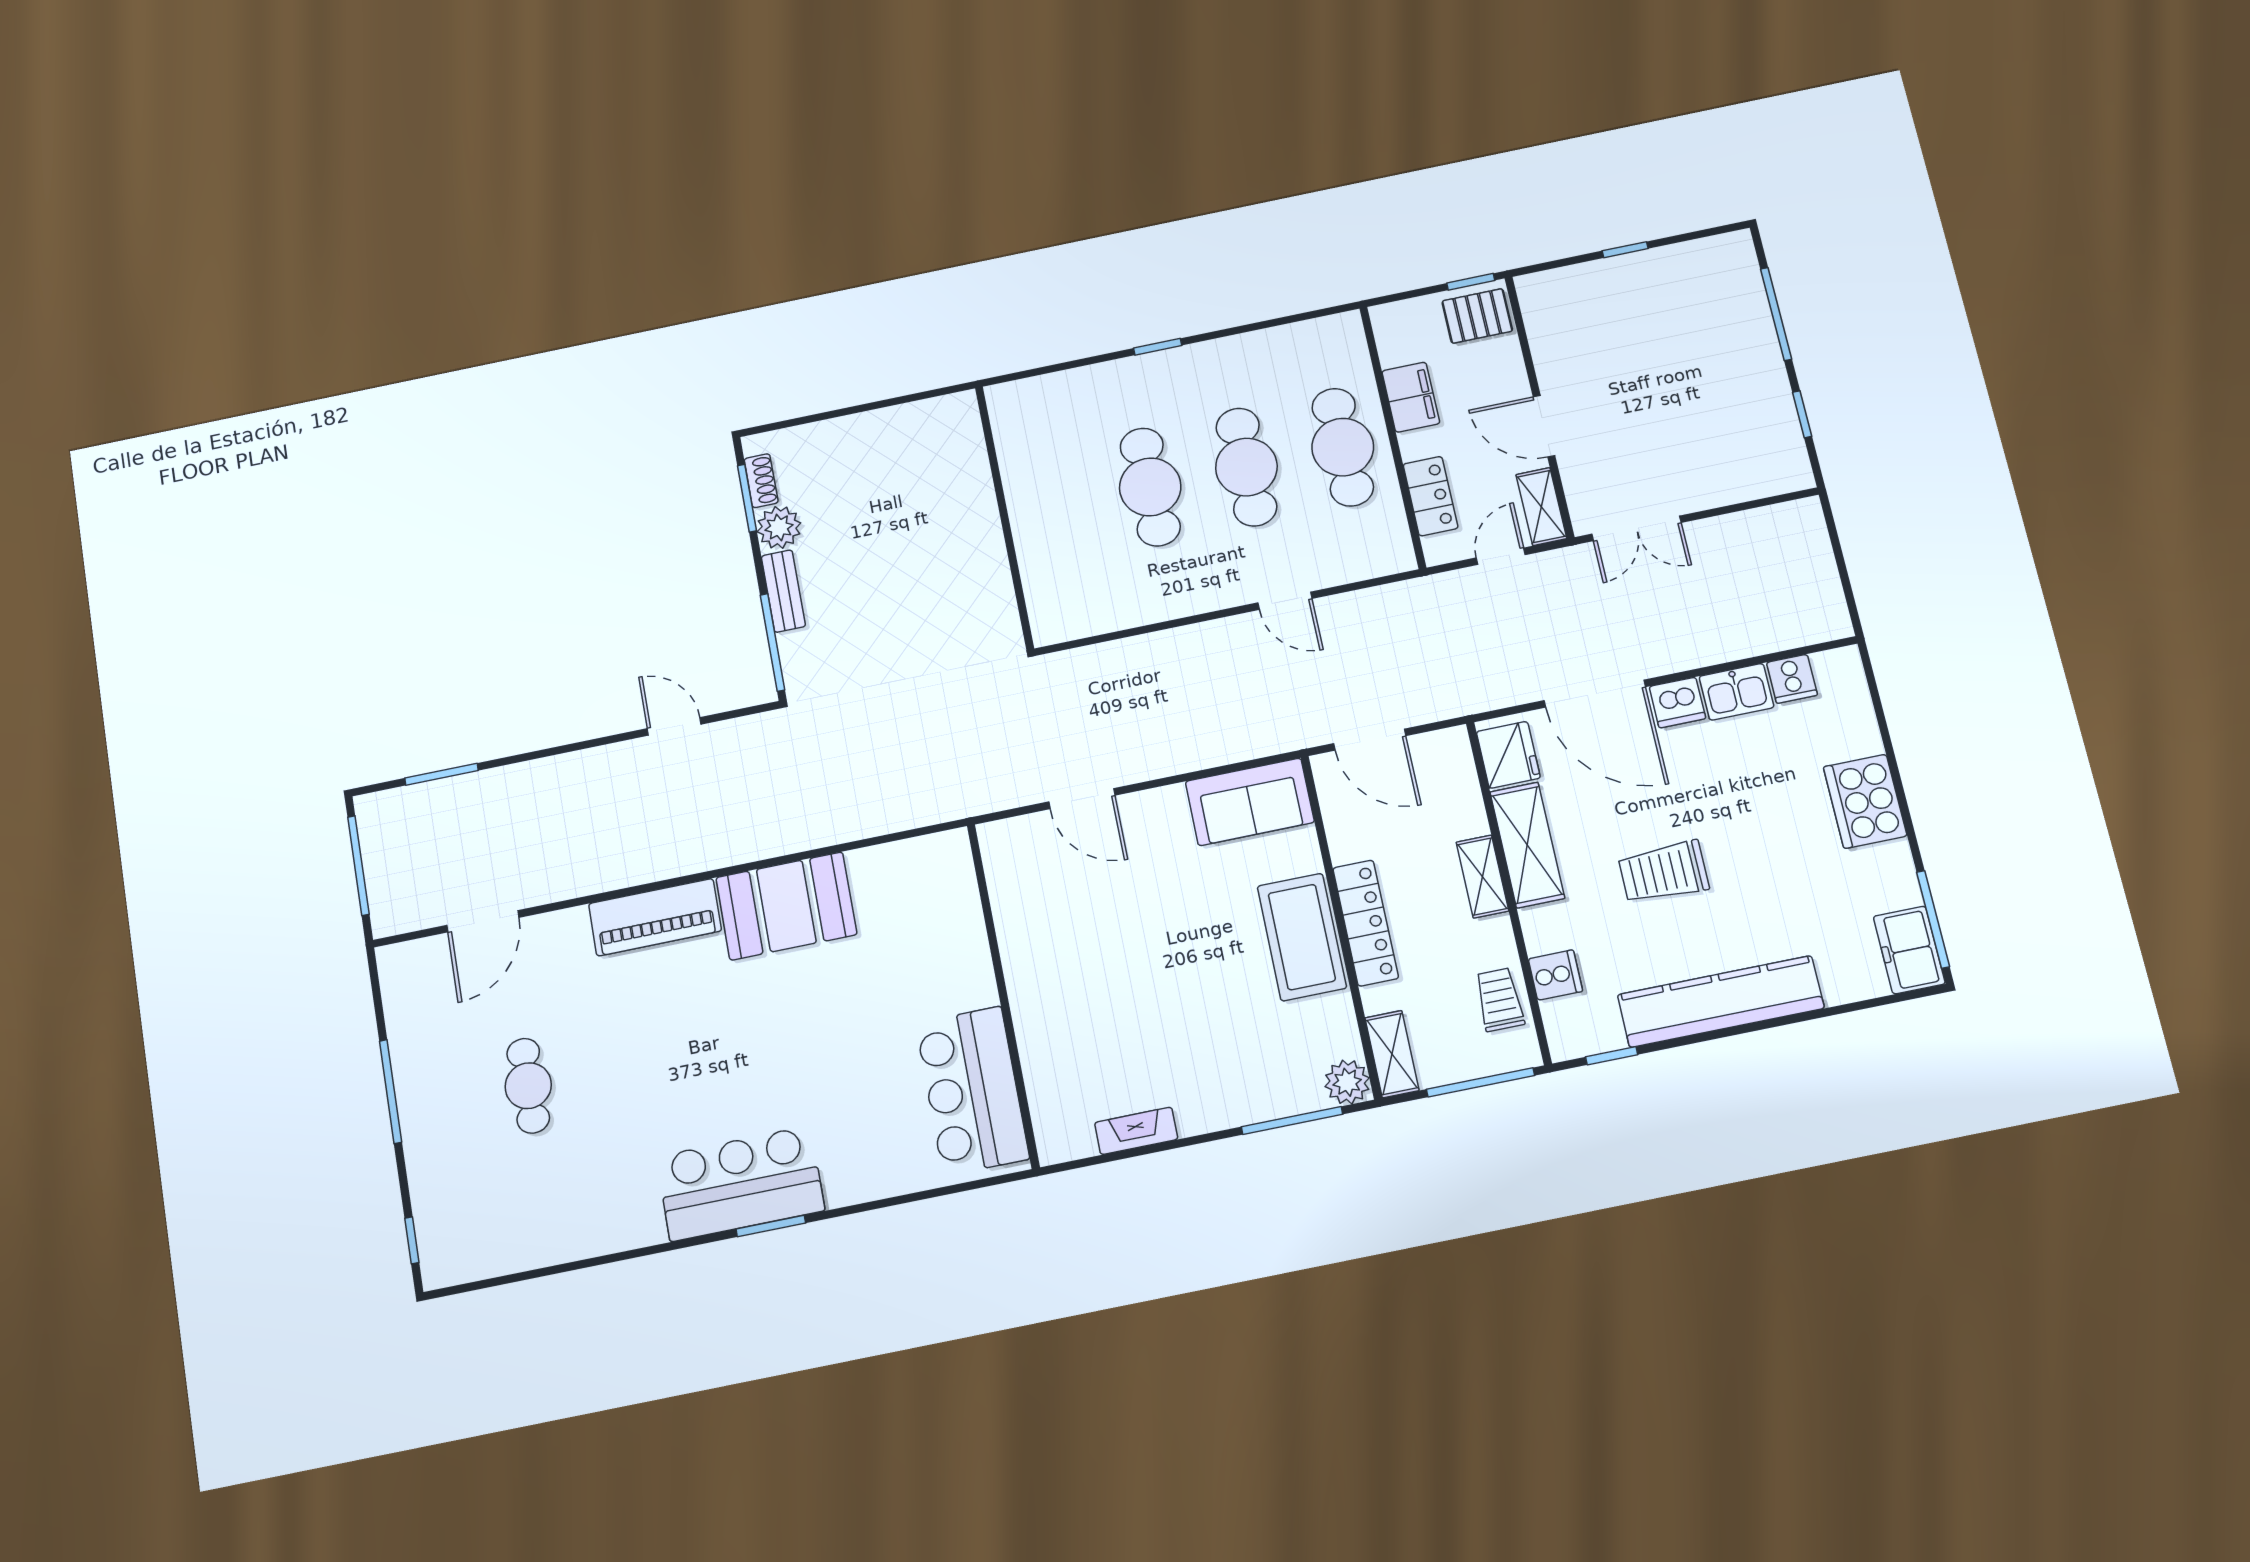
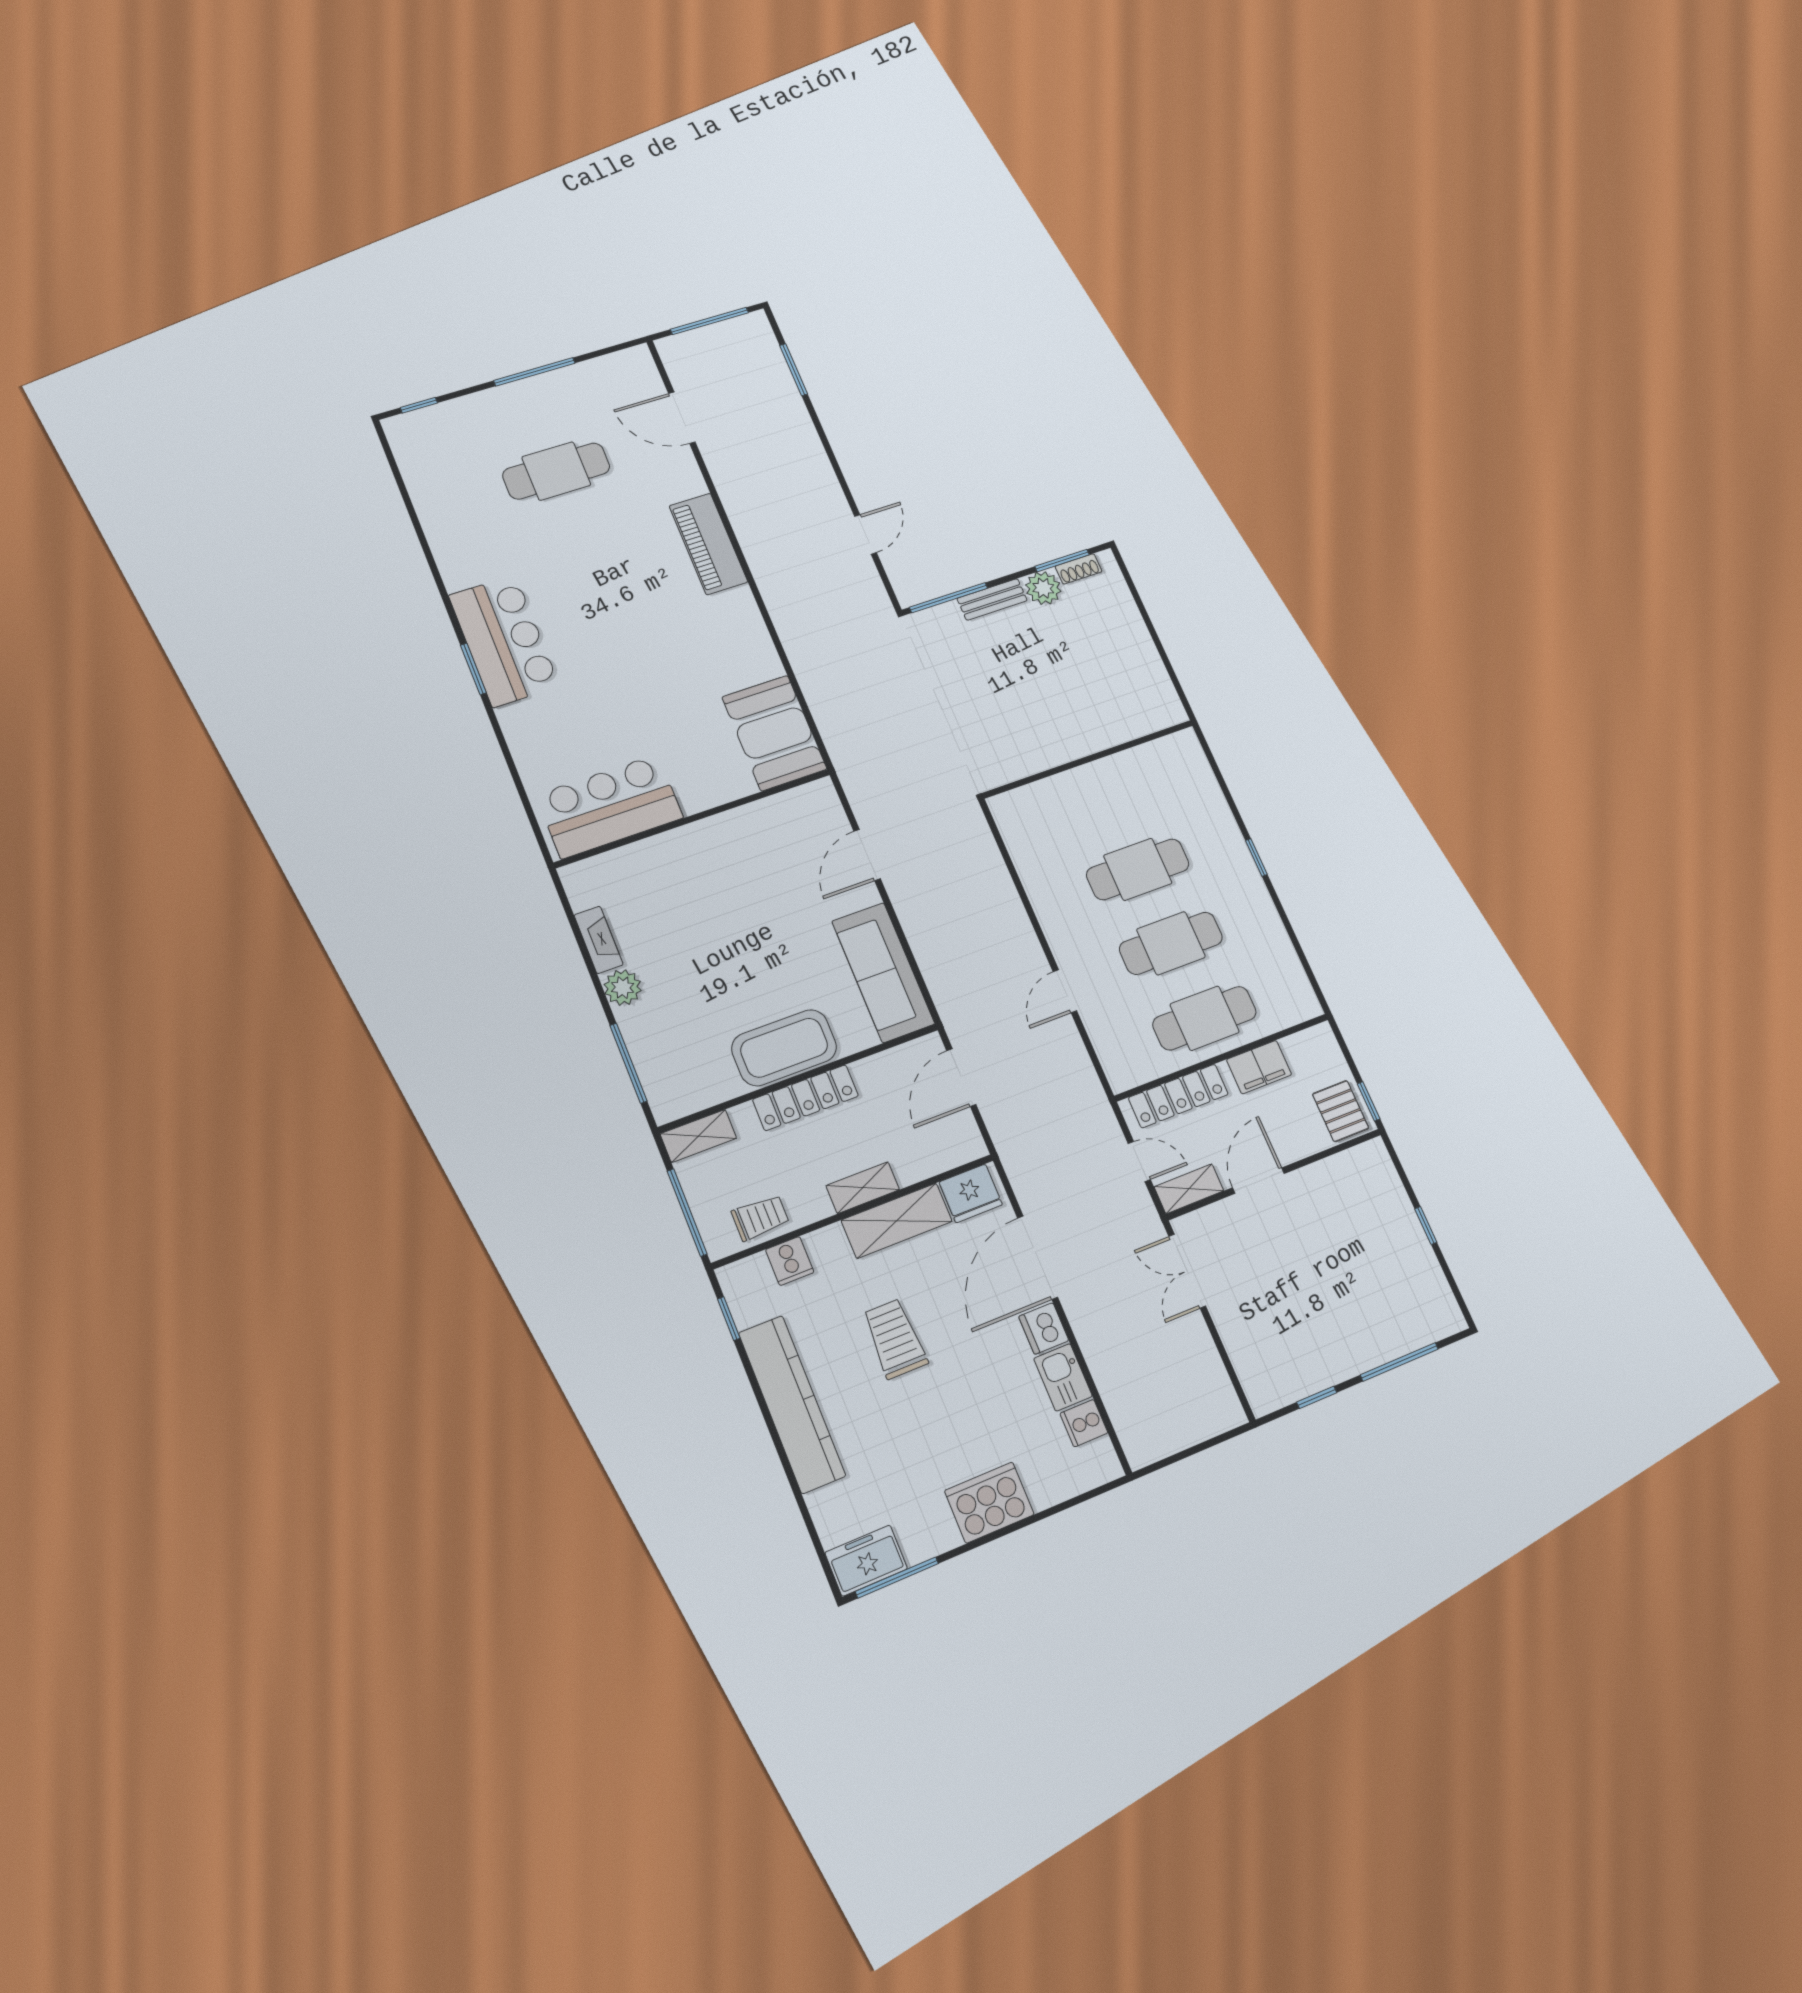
locker: (1431, 496) -> (1178, 1096), width x1.53
sofa: (1250, 802) -> (883, 972), width x1.36
booth: (786, 906) -> (774, 733), moved
plant: (1347, 1082) -> (623, 988), moved
cafe table: (528, 1086) -> (556, 471), width x1.37, depth x1.35

